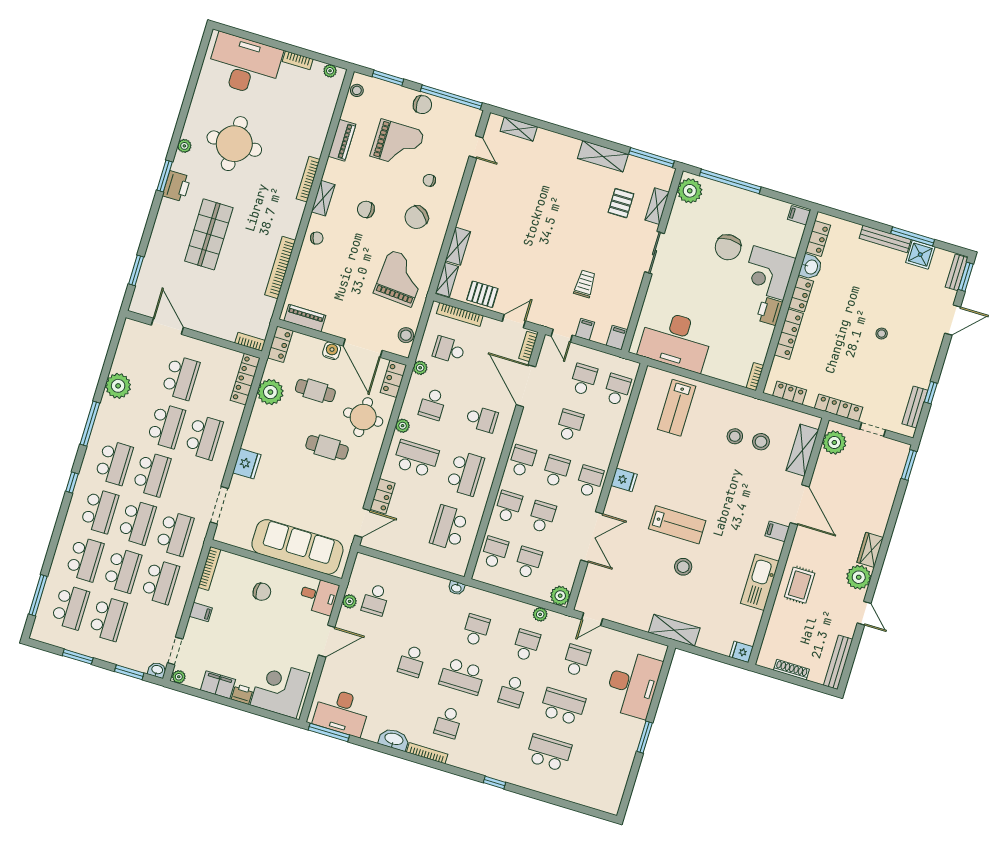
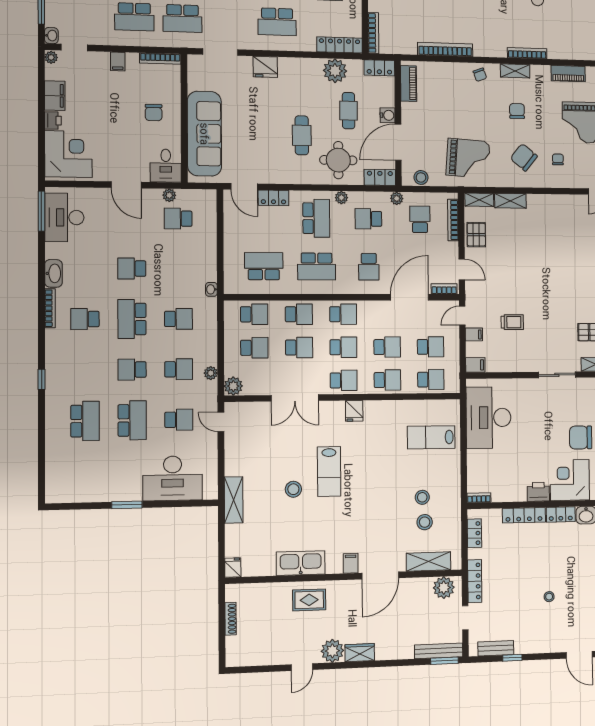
bookcase: (250, 342) -> (373, 33), width x1.56
school desk: (603, 435) -> (387, 380), added
bench: (838, 662) -> (439, 651), moved

